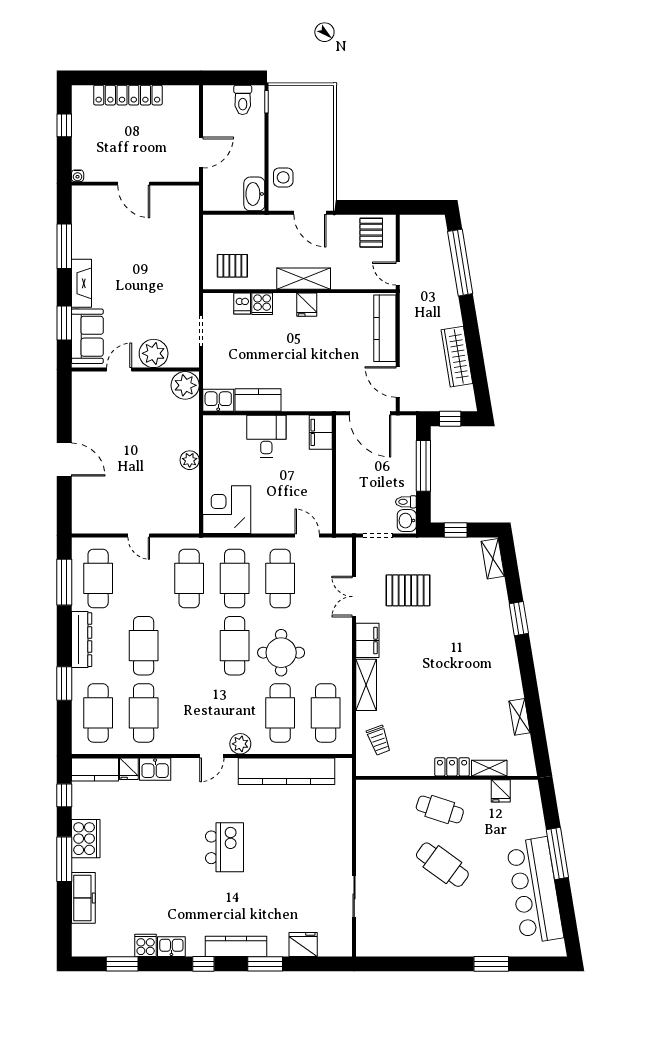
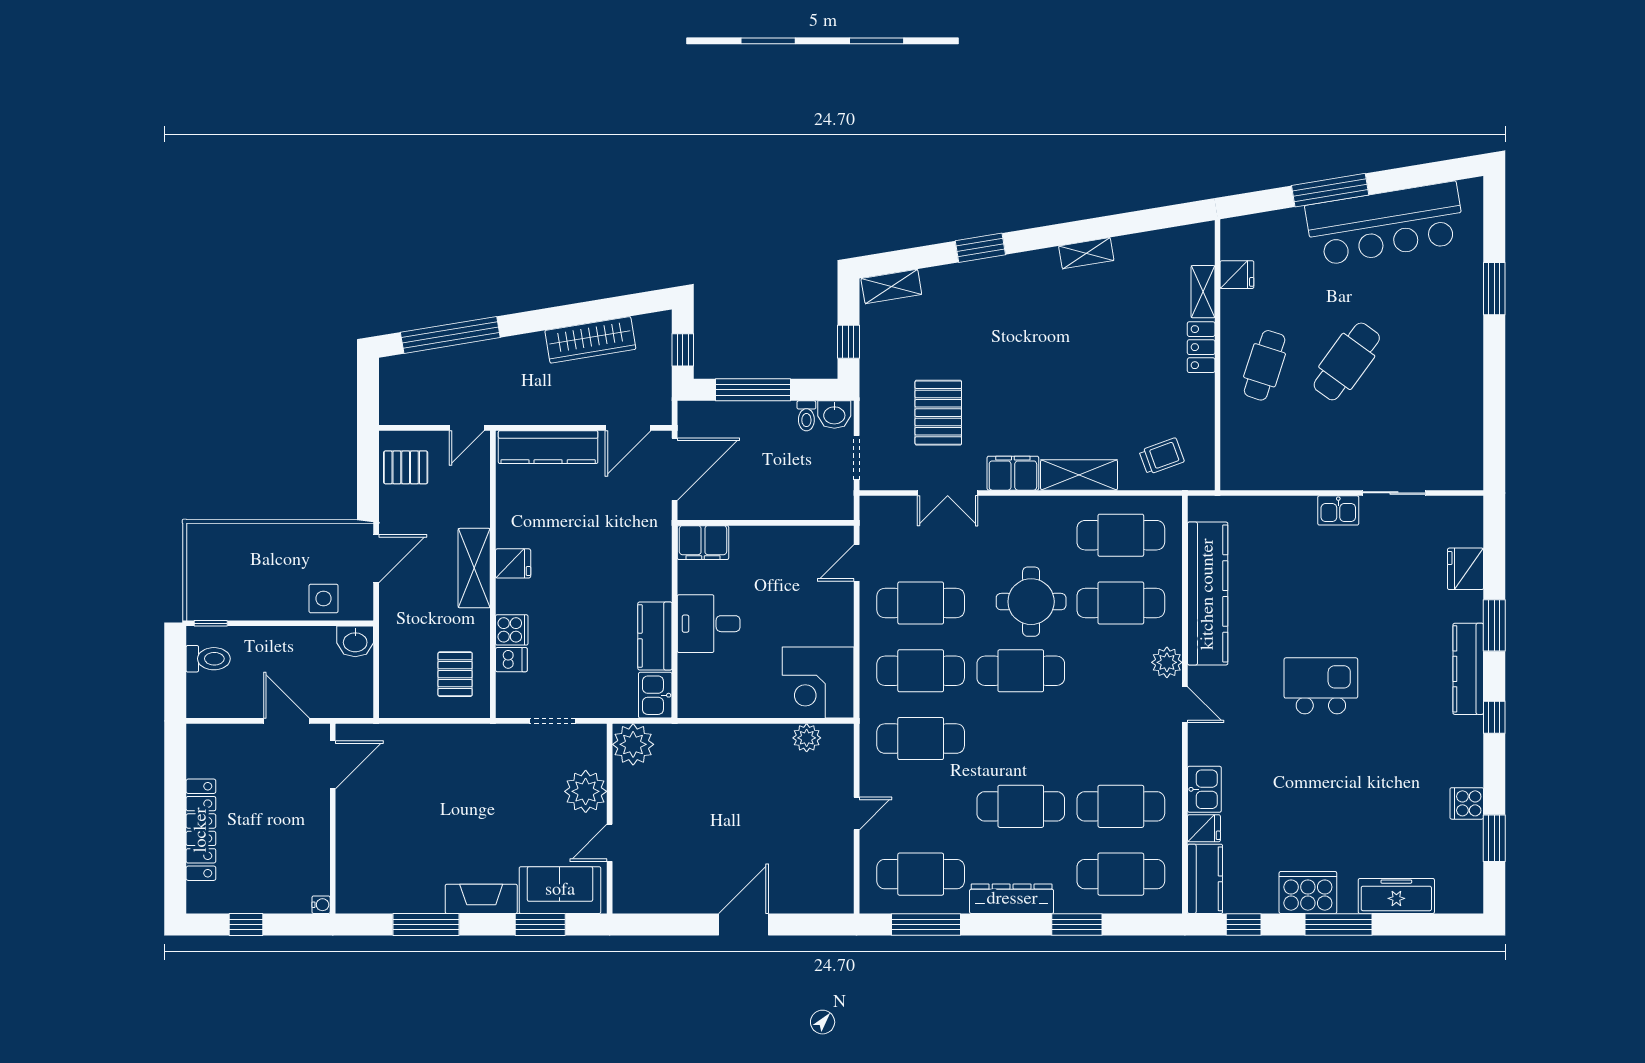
door: (134, 184) -> (333, 765), moved
washbasin: (254, 194) -> (355, 641), width x0.72
door: (119, 370) -> (610, 843), hinge flipped
plant: (190, 460) -> (807, 738), moved
shelving: (520, 717) -> (1086, 253), moved
kitchen sink: (171, 947) -> (1338, 510), moved, turned -90

